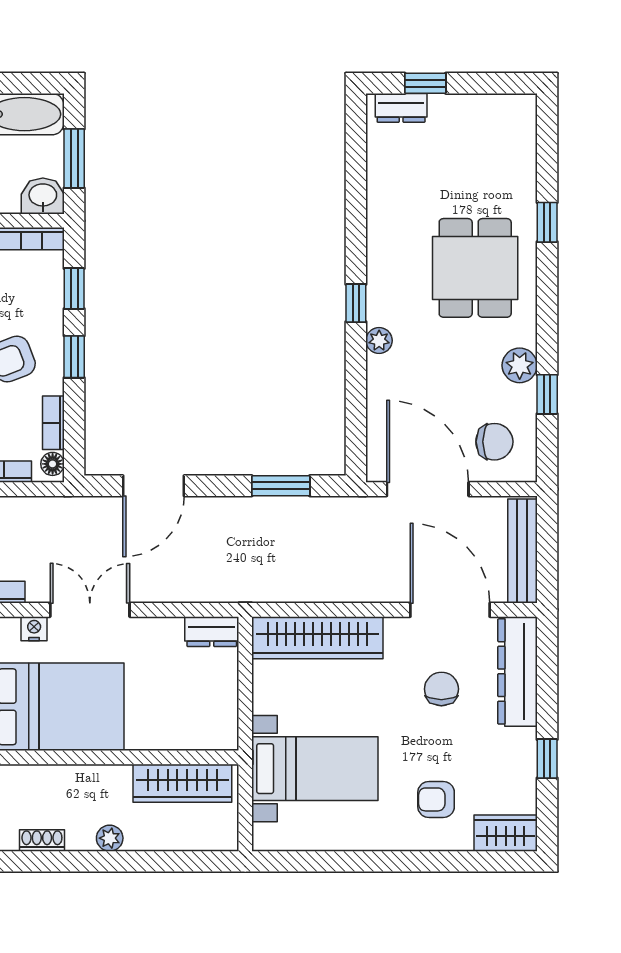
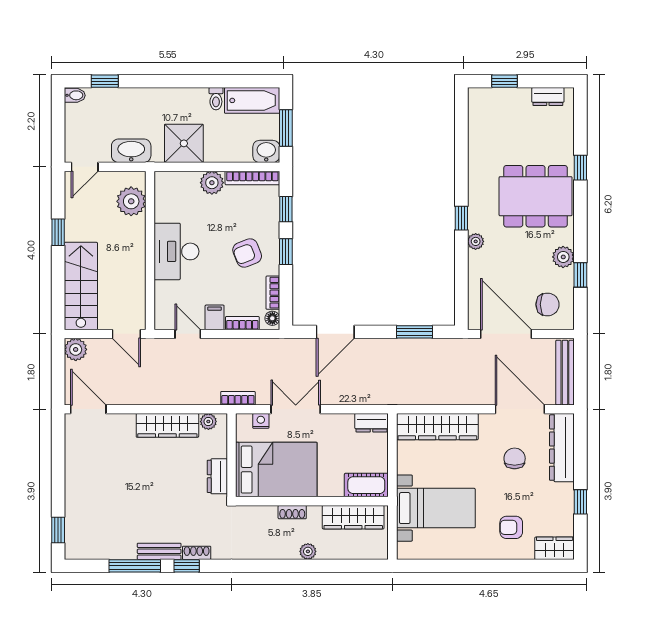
dresser: (401, 108) -> (548, 97), moved
dining table: (475, 268) -> (536, 196), width x1.37
cot: (203, 732) -> (366, 485), added
shoe rack: (42, 840) -> (292, 512), moved, turned 180

